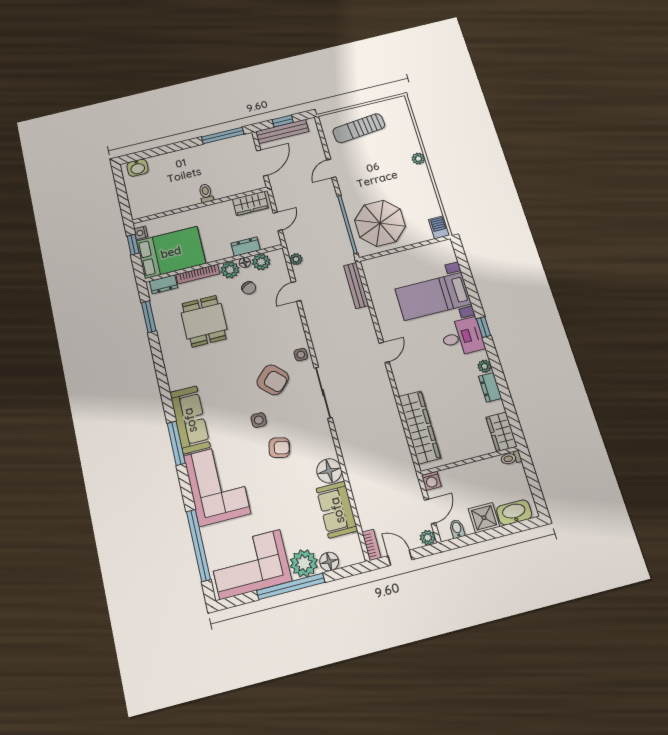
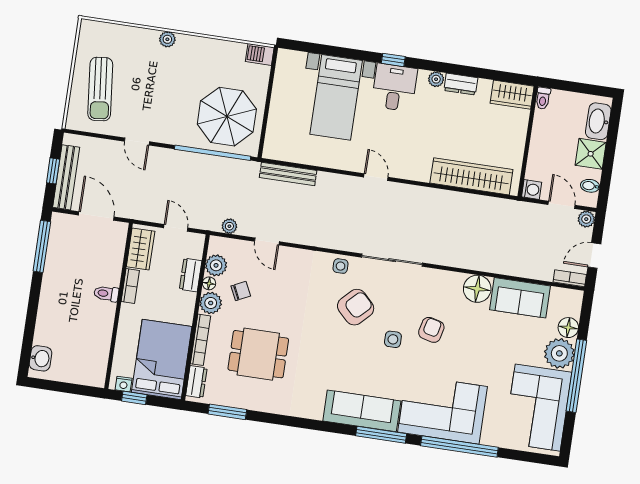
bookcase: (219, 207) -> (130, 286), added
window: (198, 545) -> (459, 446), moved

